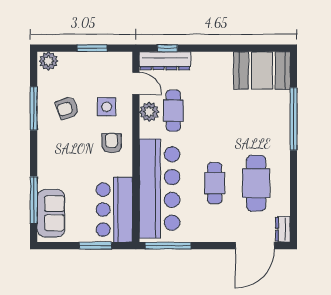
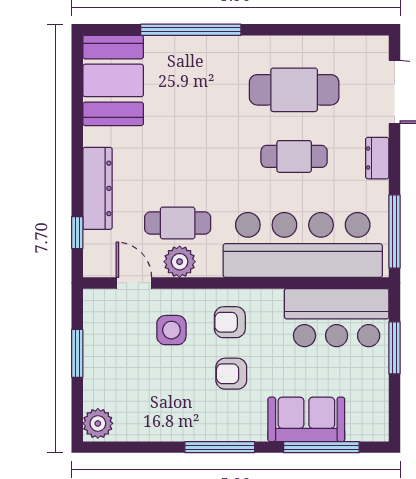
dresser: (165, 61) -> (97, 188), moved
door: (136, 83) -> (134, 283), hinge flipped
window: (34, 108) -> (220, 447), moved
armchair: (67, 108) -> (231, 374), moved, turned 109
sofa: (51, 213) -> (306, 419), moved
dresser: (283, 229) -> (377, 158), moved, turned 90

